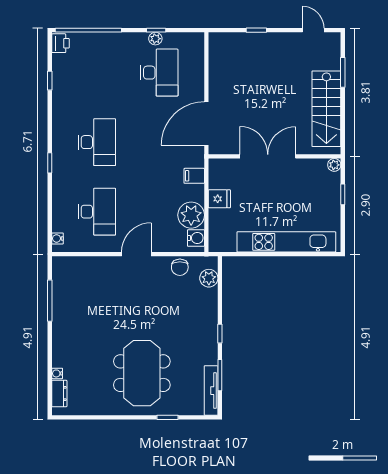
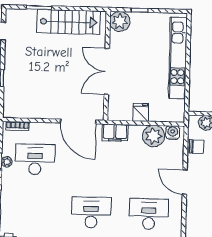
bookcase: (199, 50) -> (18, 126), added
plant: (334, 165) -> (120, 21), width x1.88, depth x1.88
filing cabinet: (194, 176) -> (115, 133), width x2.00

